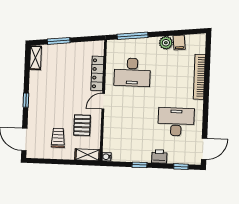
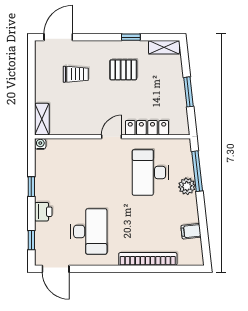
window: (59, 41) -> (188, 92), moved
plant: (166, 43) -> (187, 186), moved
window: (26, 100) -> (131, 37), moved
door: (103, 101) -> (112, 137), hinge flipped
pallet: (82, 125) -> (123, 70), moved
trolley: (58, 138) -> (76, 74), moved

